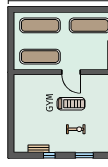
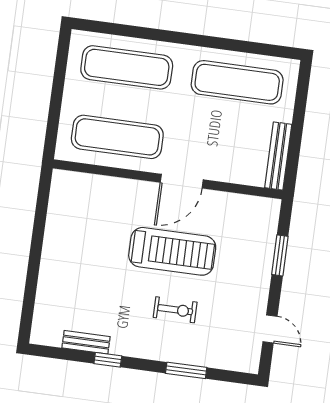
door: (71, 72) -> (182, 181), hinge flipped
treadmill: (71, 104) -> (172, 251), width x1.37, depth x1.38

